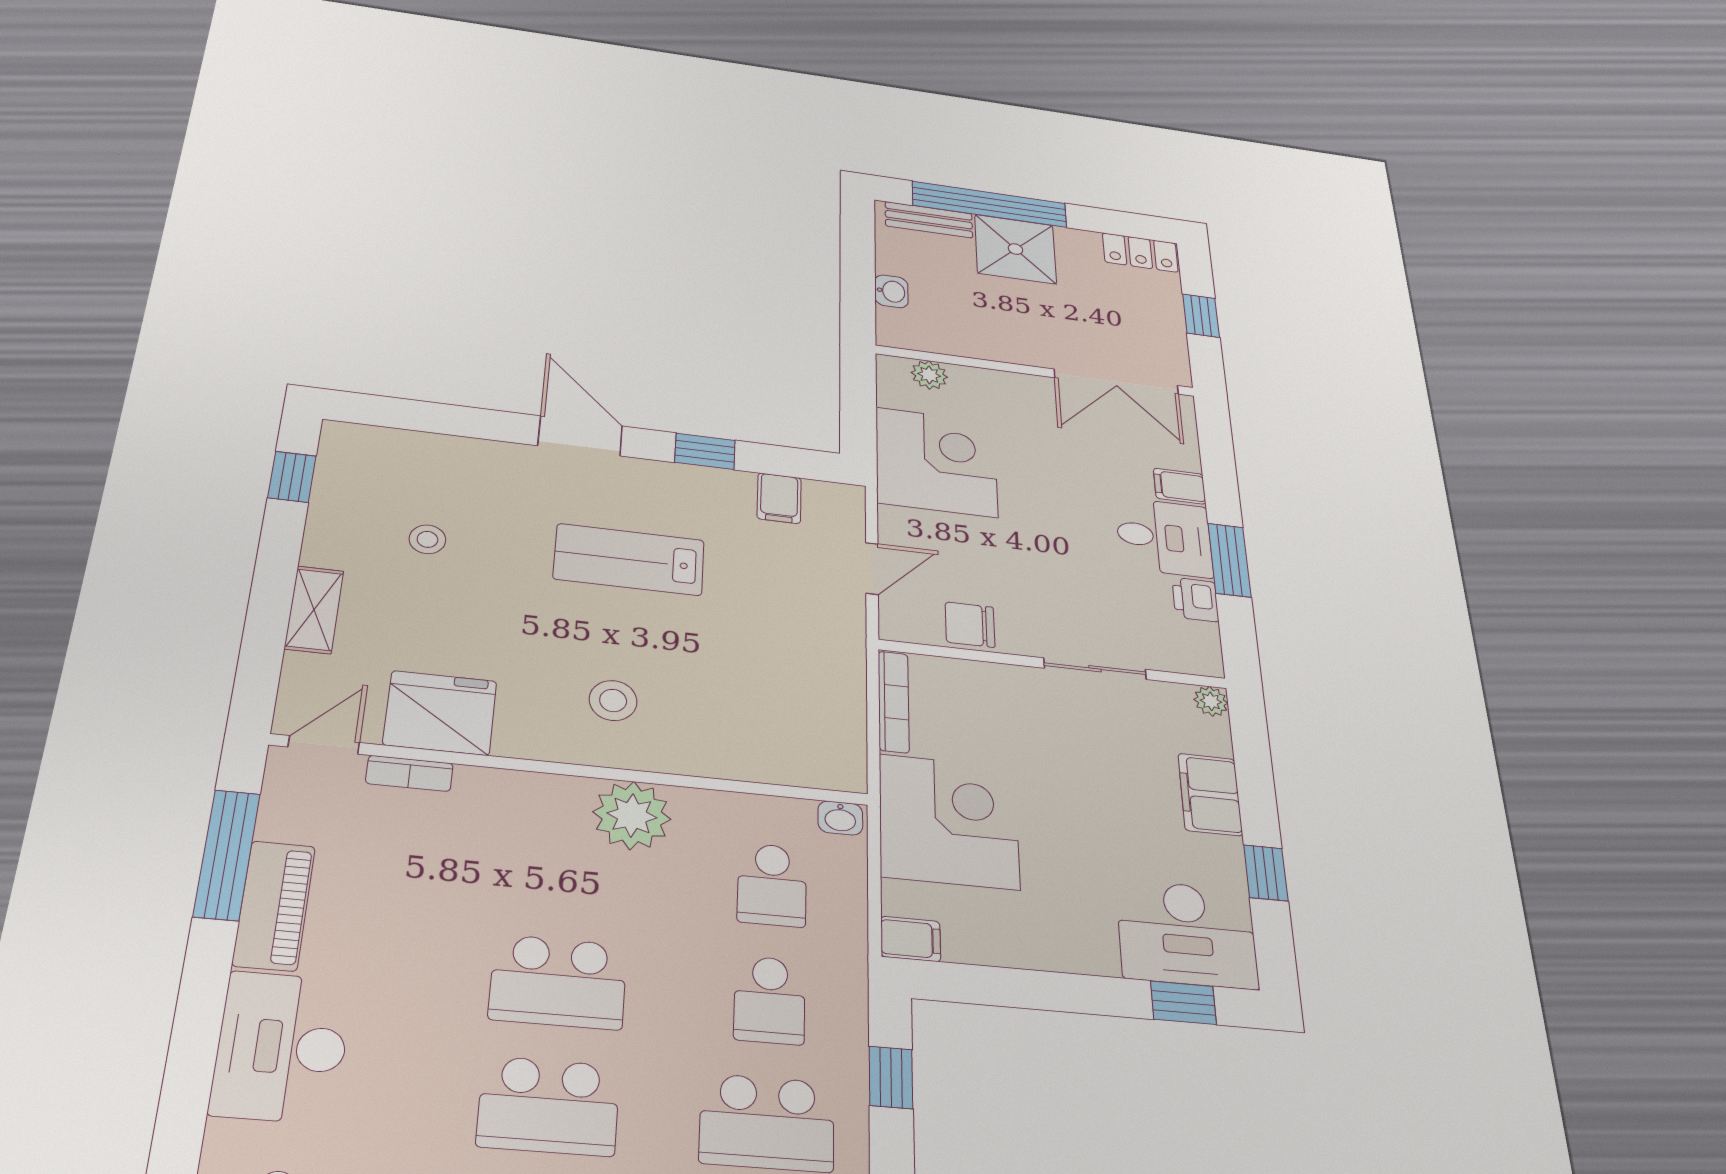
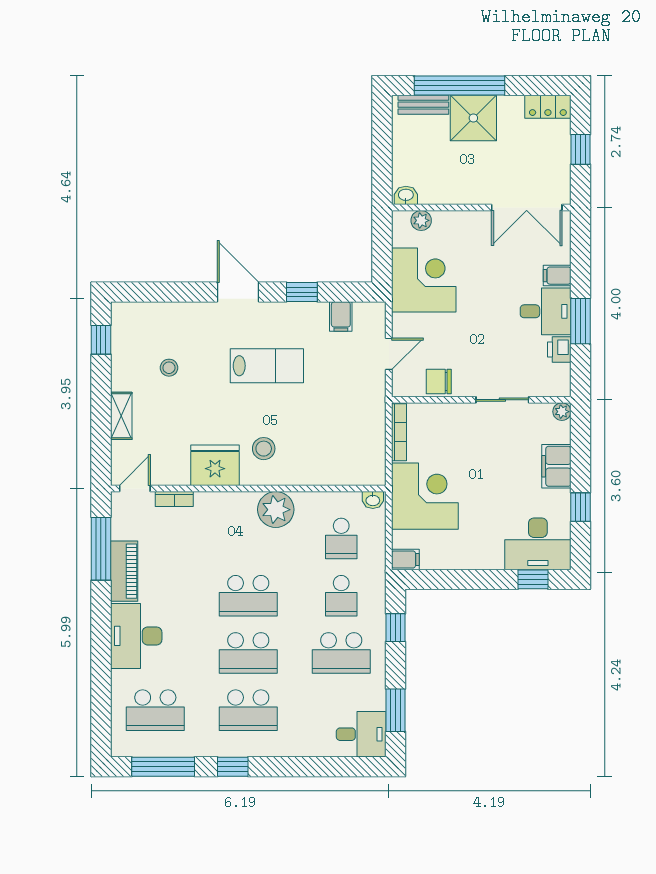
washbasin: (891, 291) -> (406, 195), moved, turned -90
lab bench: (629, 559) -> (267, 366), turned 180
fridge: (440, 713) -> (215, 465), moved

